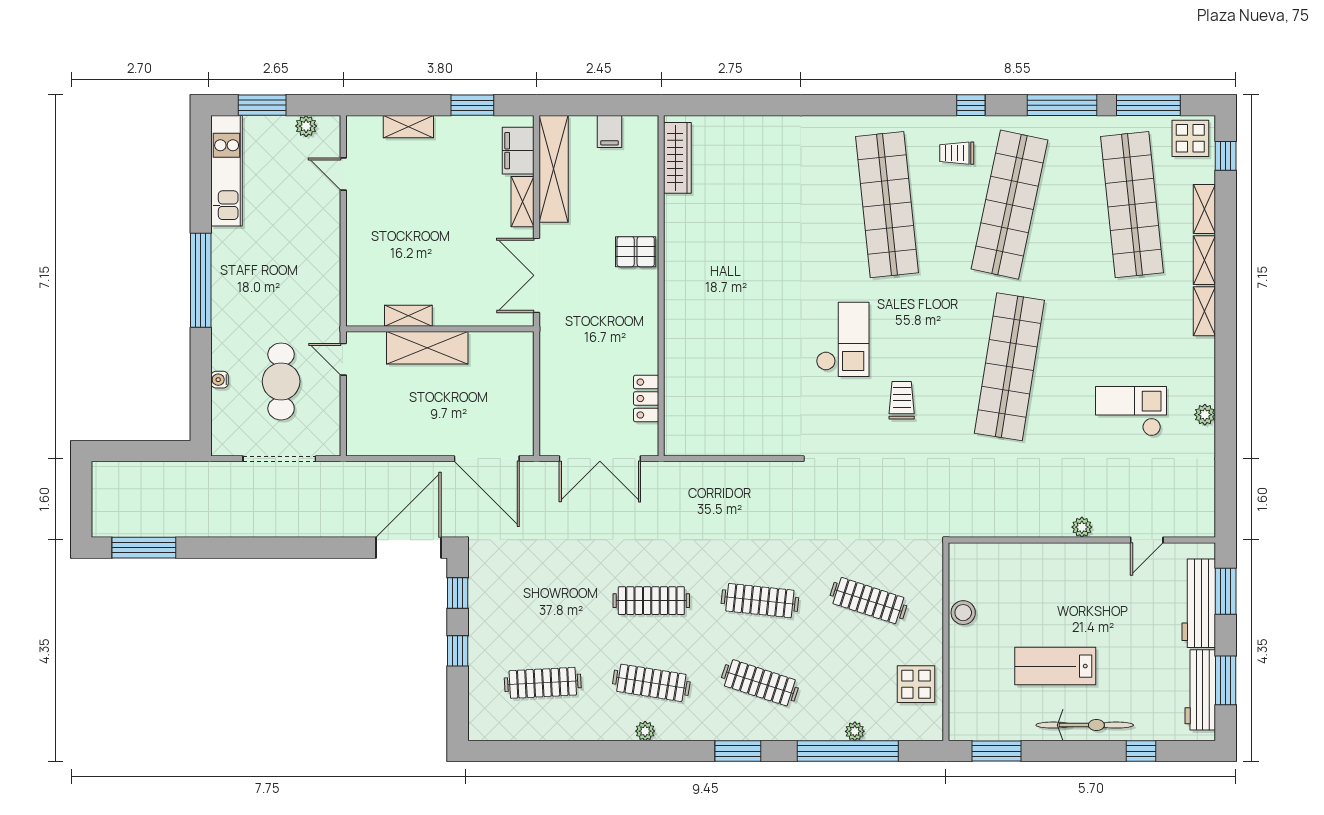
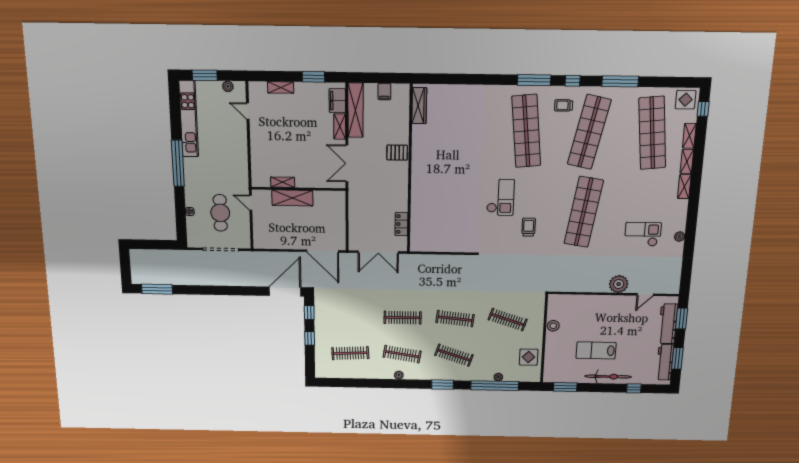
window: (1148, 105) -> (534, 80), moved
kitchen unit: (227, 171) -> (189, 119), width x1.36
plant: (1082, 527) -> (619, 284), width x1.87, depth x1.87

